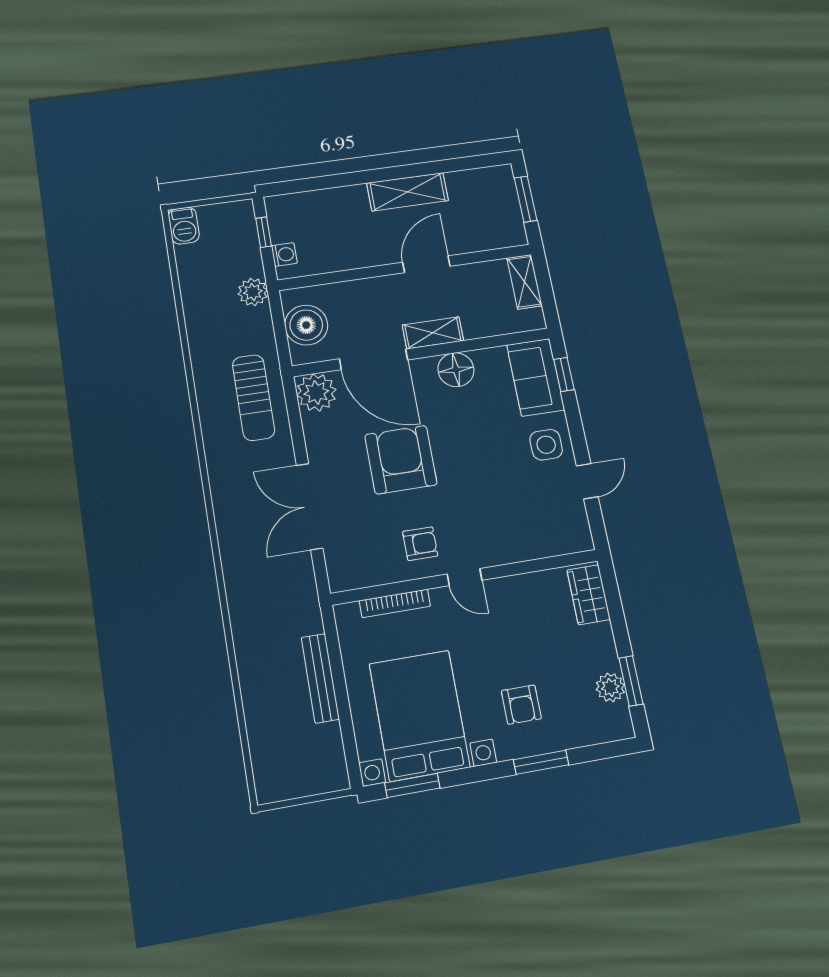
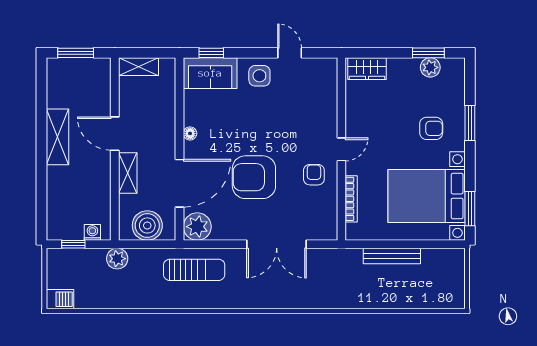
shelving: (433, 333) -> (128, 173), moved
floor lamp: (456, 370) -> (190, 133), width x0.53, depth x0.53

